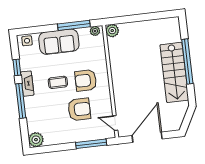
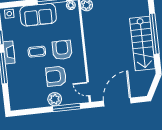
armchair: (86, 80) -> (62, 50), turned 90
armchair: (79, 109) -> (56, 76), turned 180
plant: (36, 140) -> (55, 99), moved

